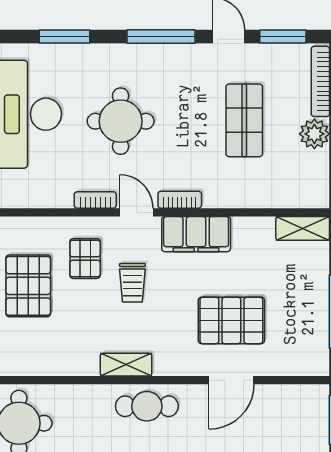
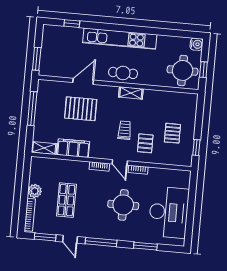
filing cabinet: (196, 234) -> (73, 148), moved
pallet: (28, 286) -> (172, 133), width x0.67, depth x0.71

